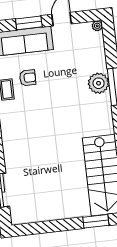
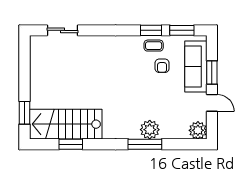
plant: (97, 26) -> (198, 130), width x1.87, depth x1.87

